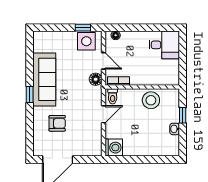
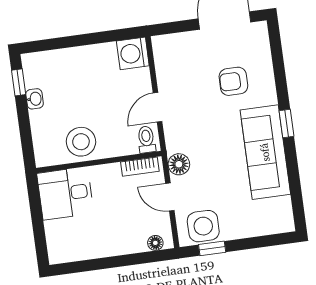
desk: (164, 45) -> (65, 193), moved
window: (183, 115) -> (19, 82), moved

